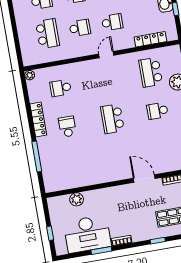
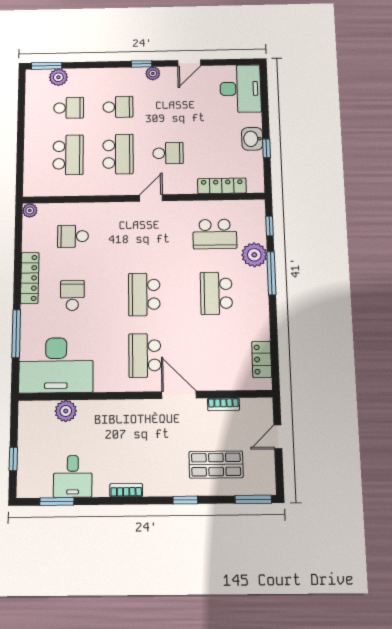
school desk: (80, 28) -> (118, 154), width x1.85
school desk: (151, 72) -> (215, 234), turned -90
school desk: (157, 111) -> (216, 293), width x1.85
school desk: (119, 157) -> (145, 355), added
desk: (65, 172) -> (56, 365), added
desk: (87, 234) -> (73, 476), width x0.53, depth x0.77
window: (101, 250) -> (57, 501), moved

